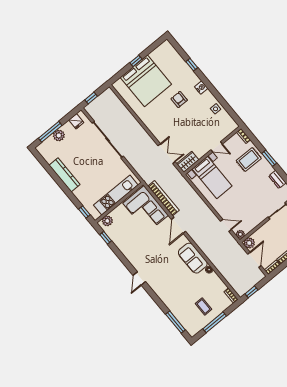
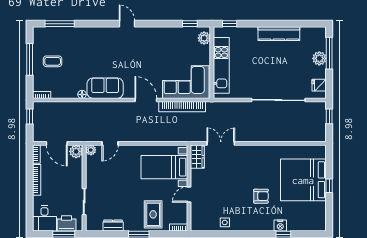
nightstand: (201, 87) -> (280, 226), moved
double door: (167, 154) -> (221, 143), swing flipped

